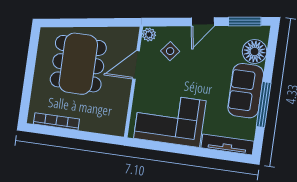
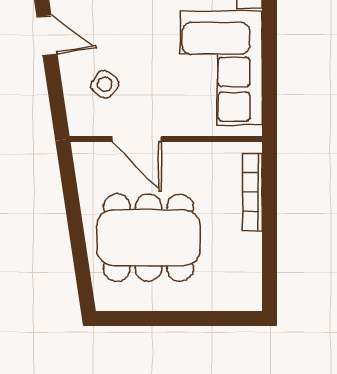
plant: (149, 35) -> (82, 124), removed
bookcase: (56, 121) -> (252, 192), moved

